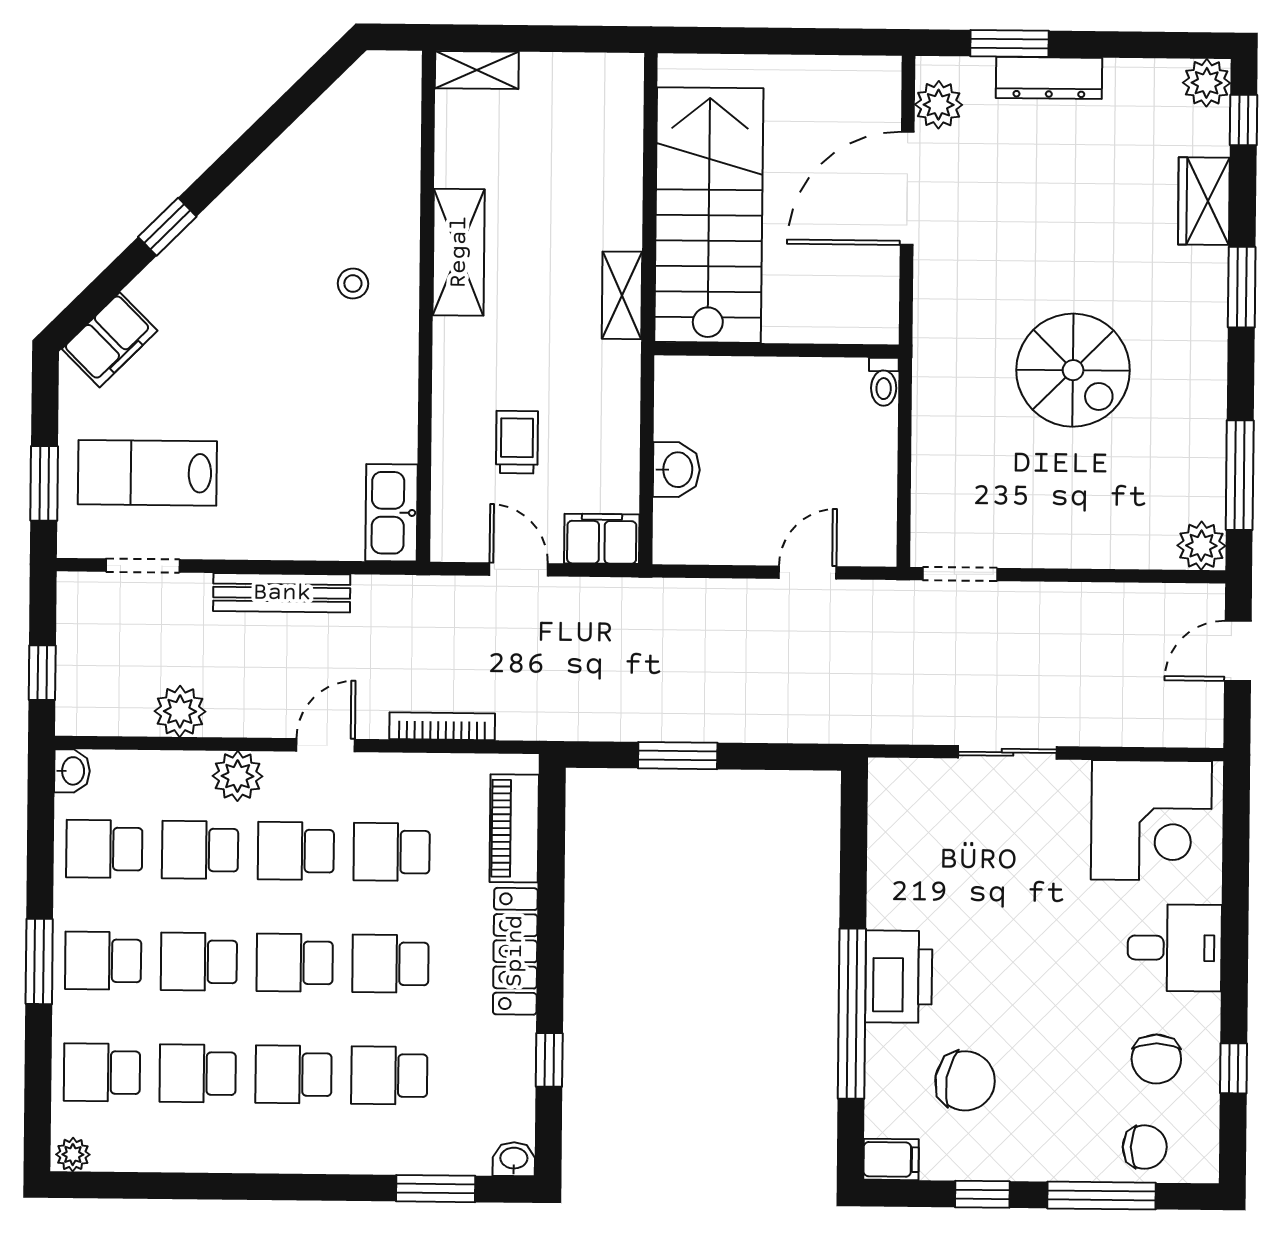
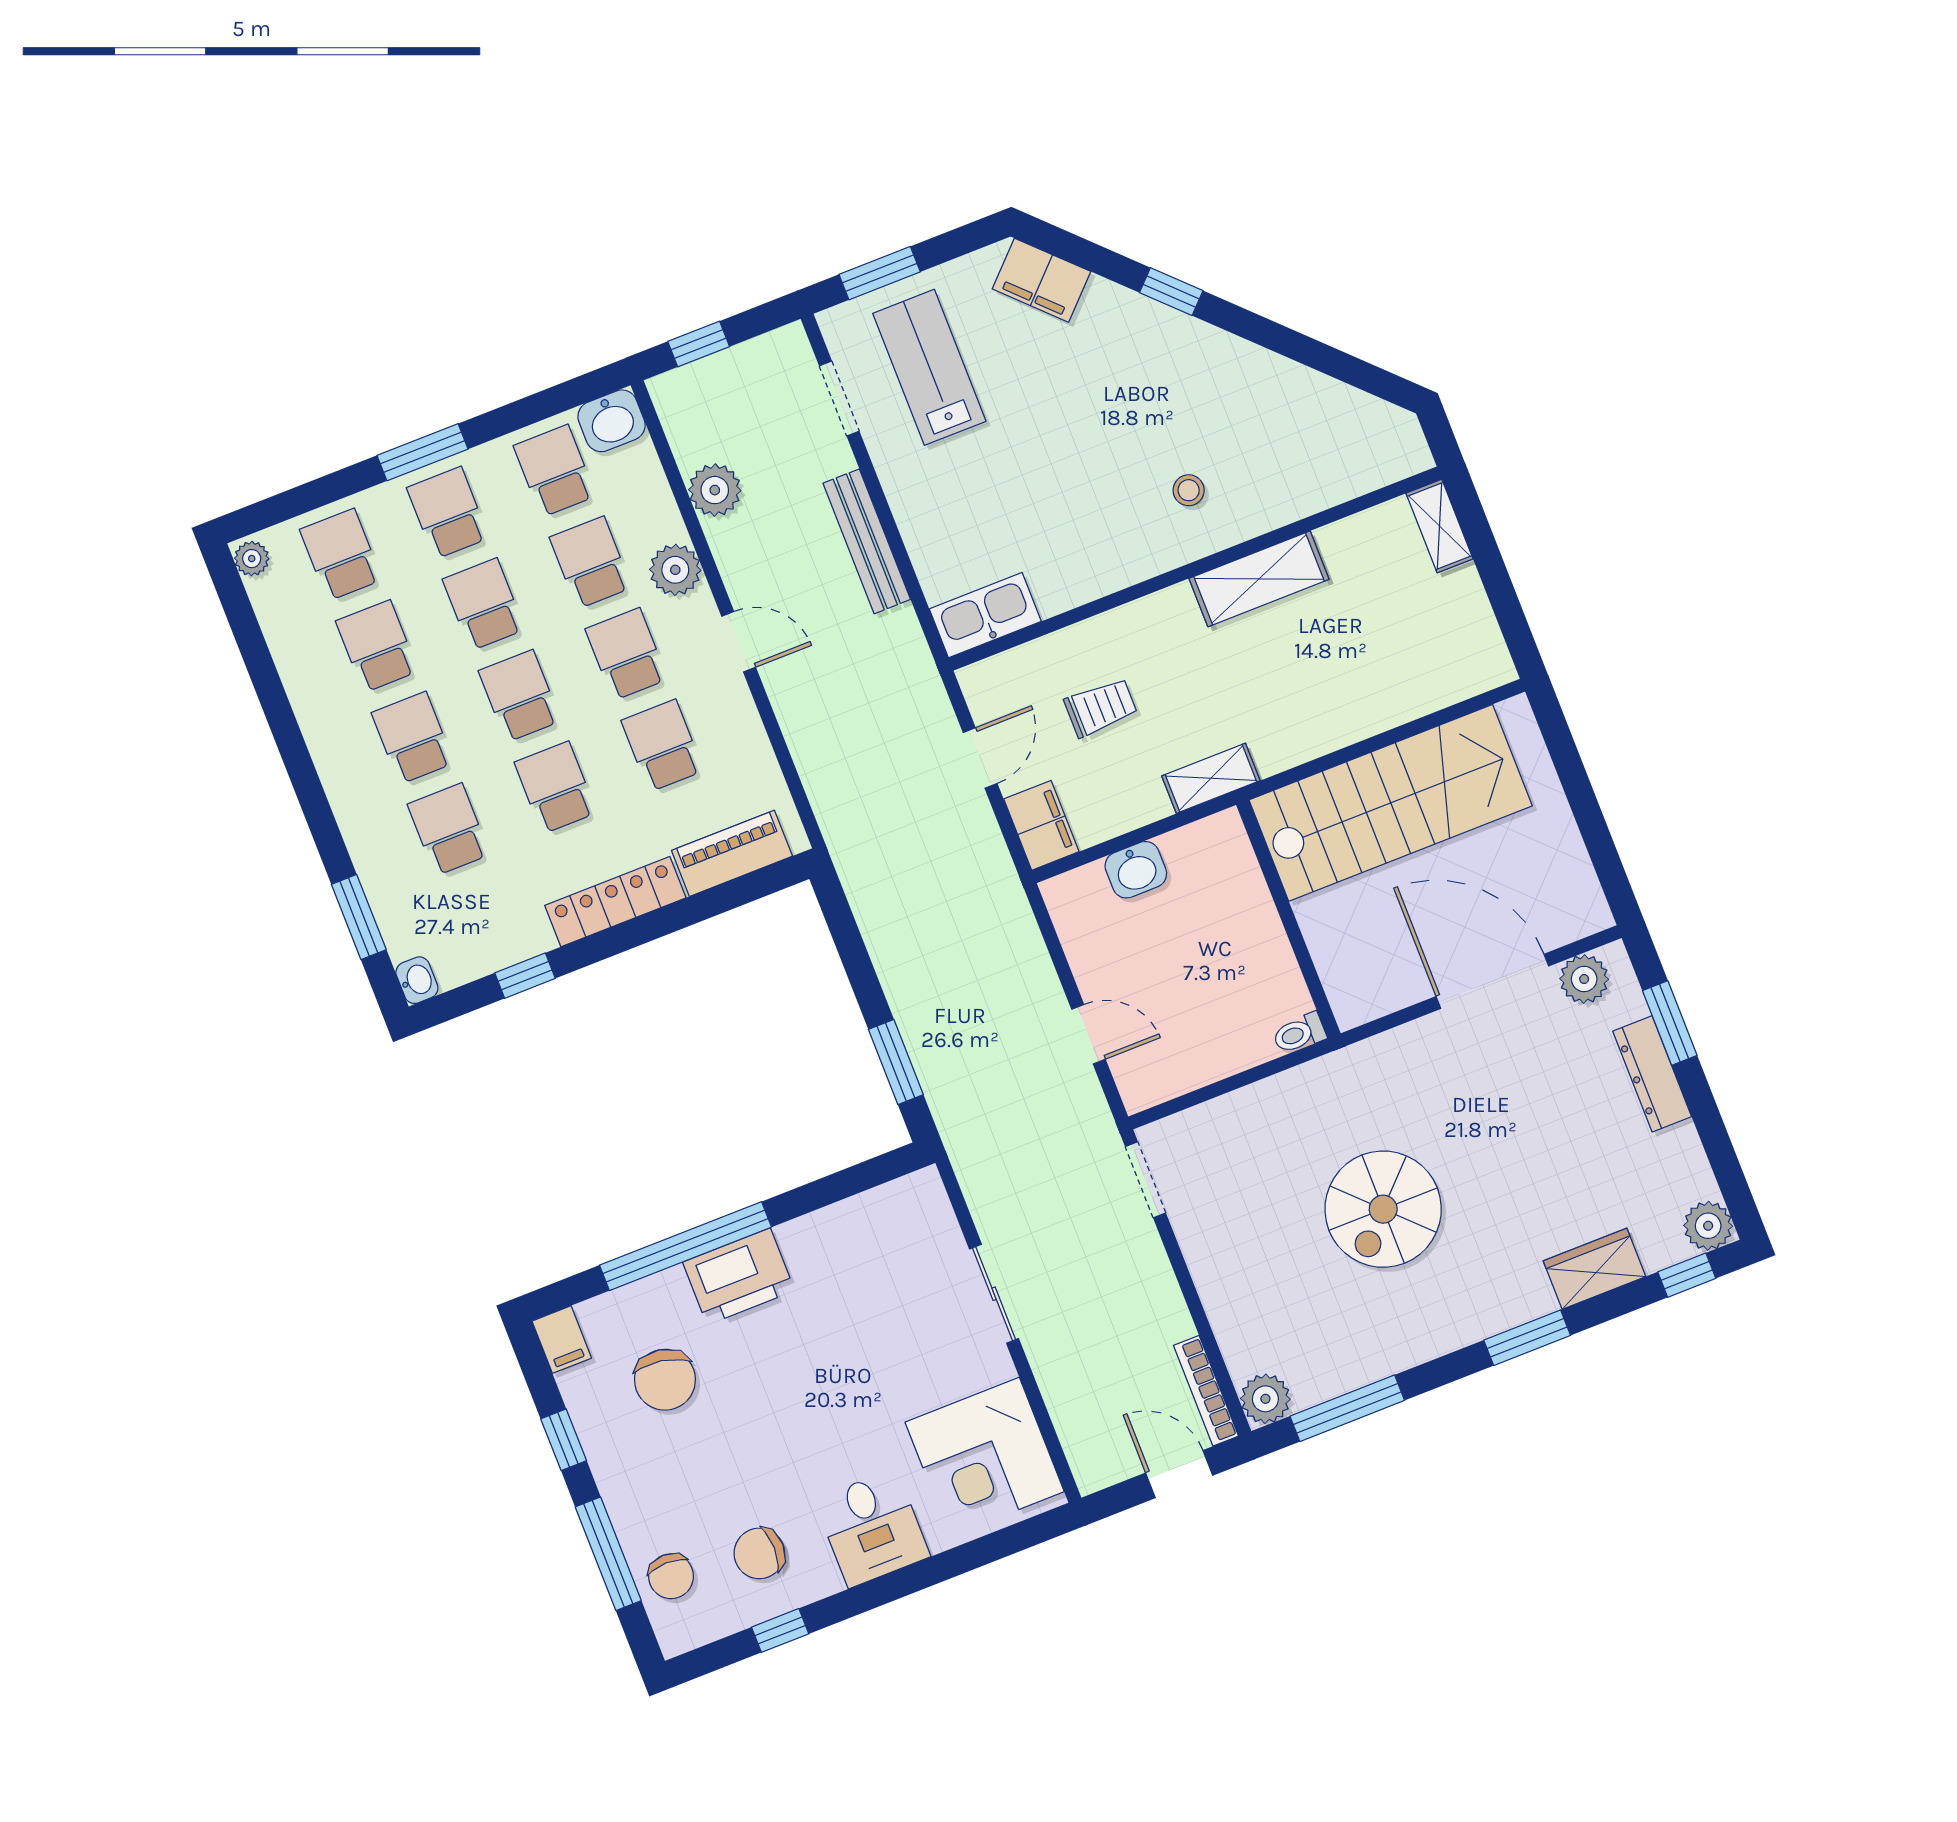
shelving: (622, 295) -> (1211, 778), moved
bookcase: (442, 726) -> (1206, 1391), moved, turned 180
window: (678, 756) -> (896, 1062), moved
washbasin: (72, 771) -> (612, 421), width x1.38, depth x1.45

